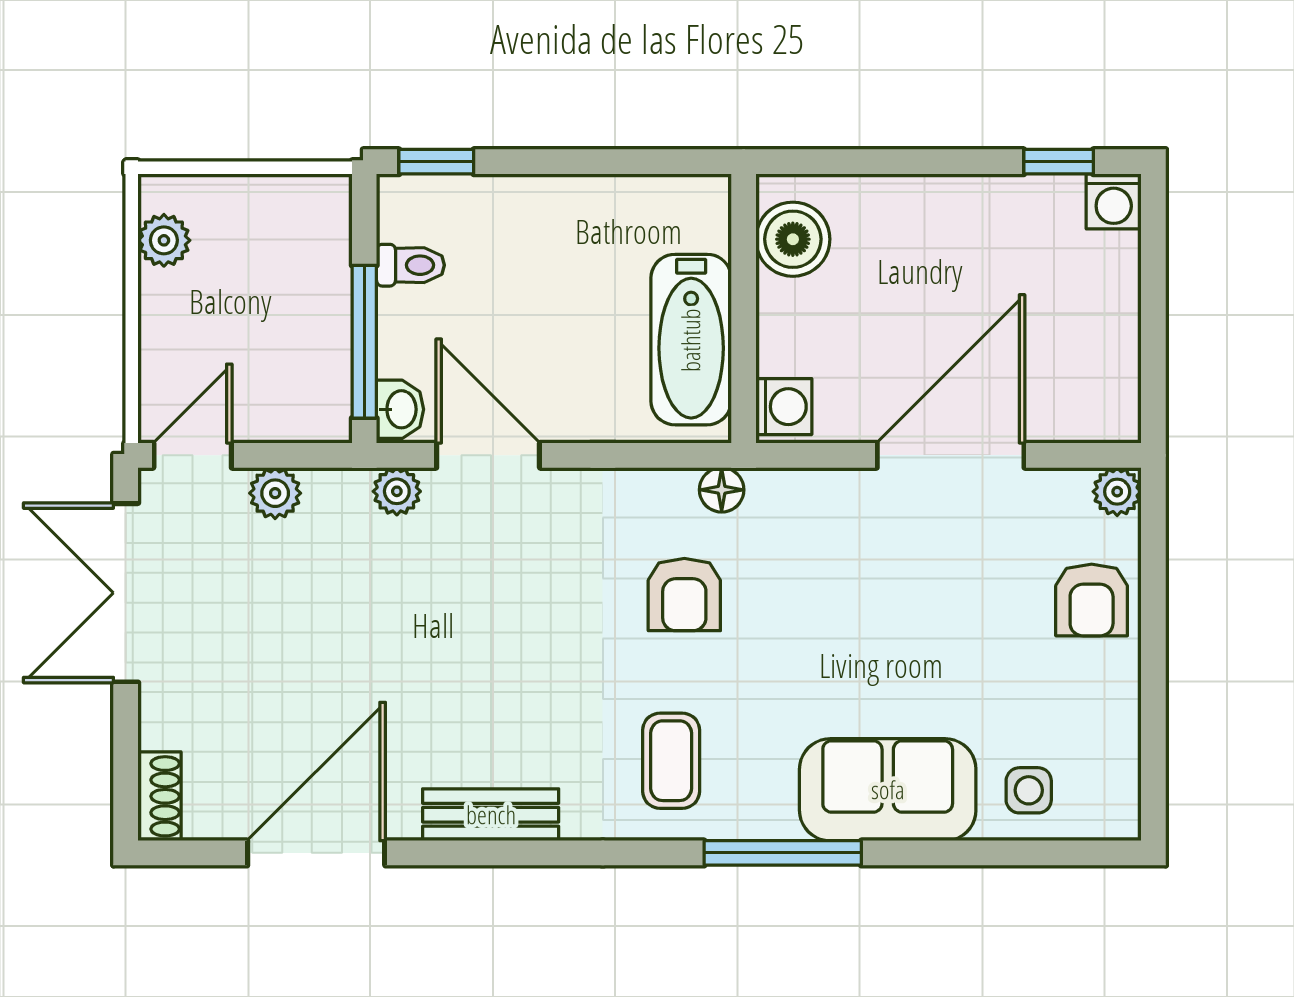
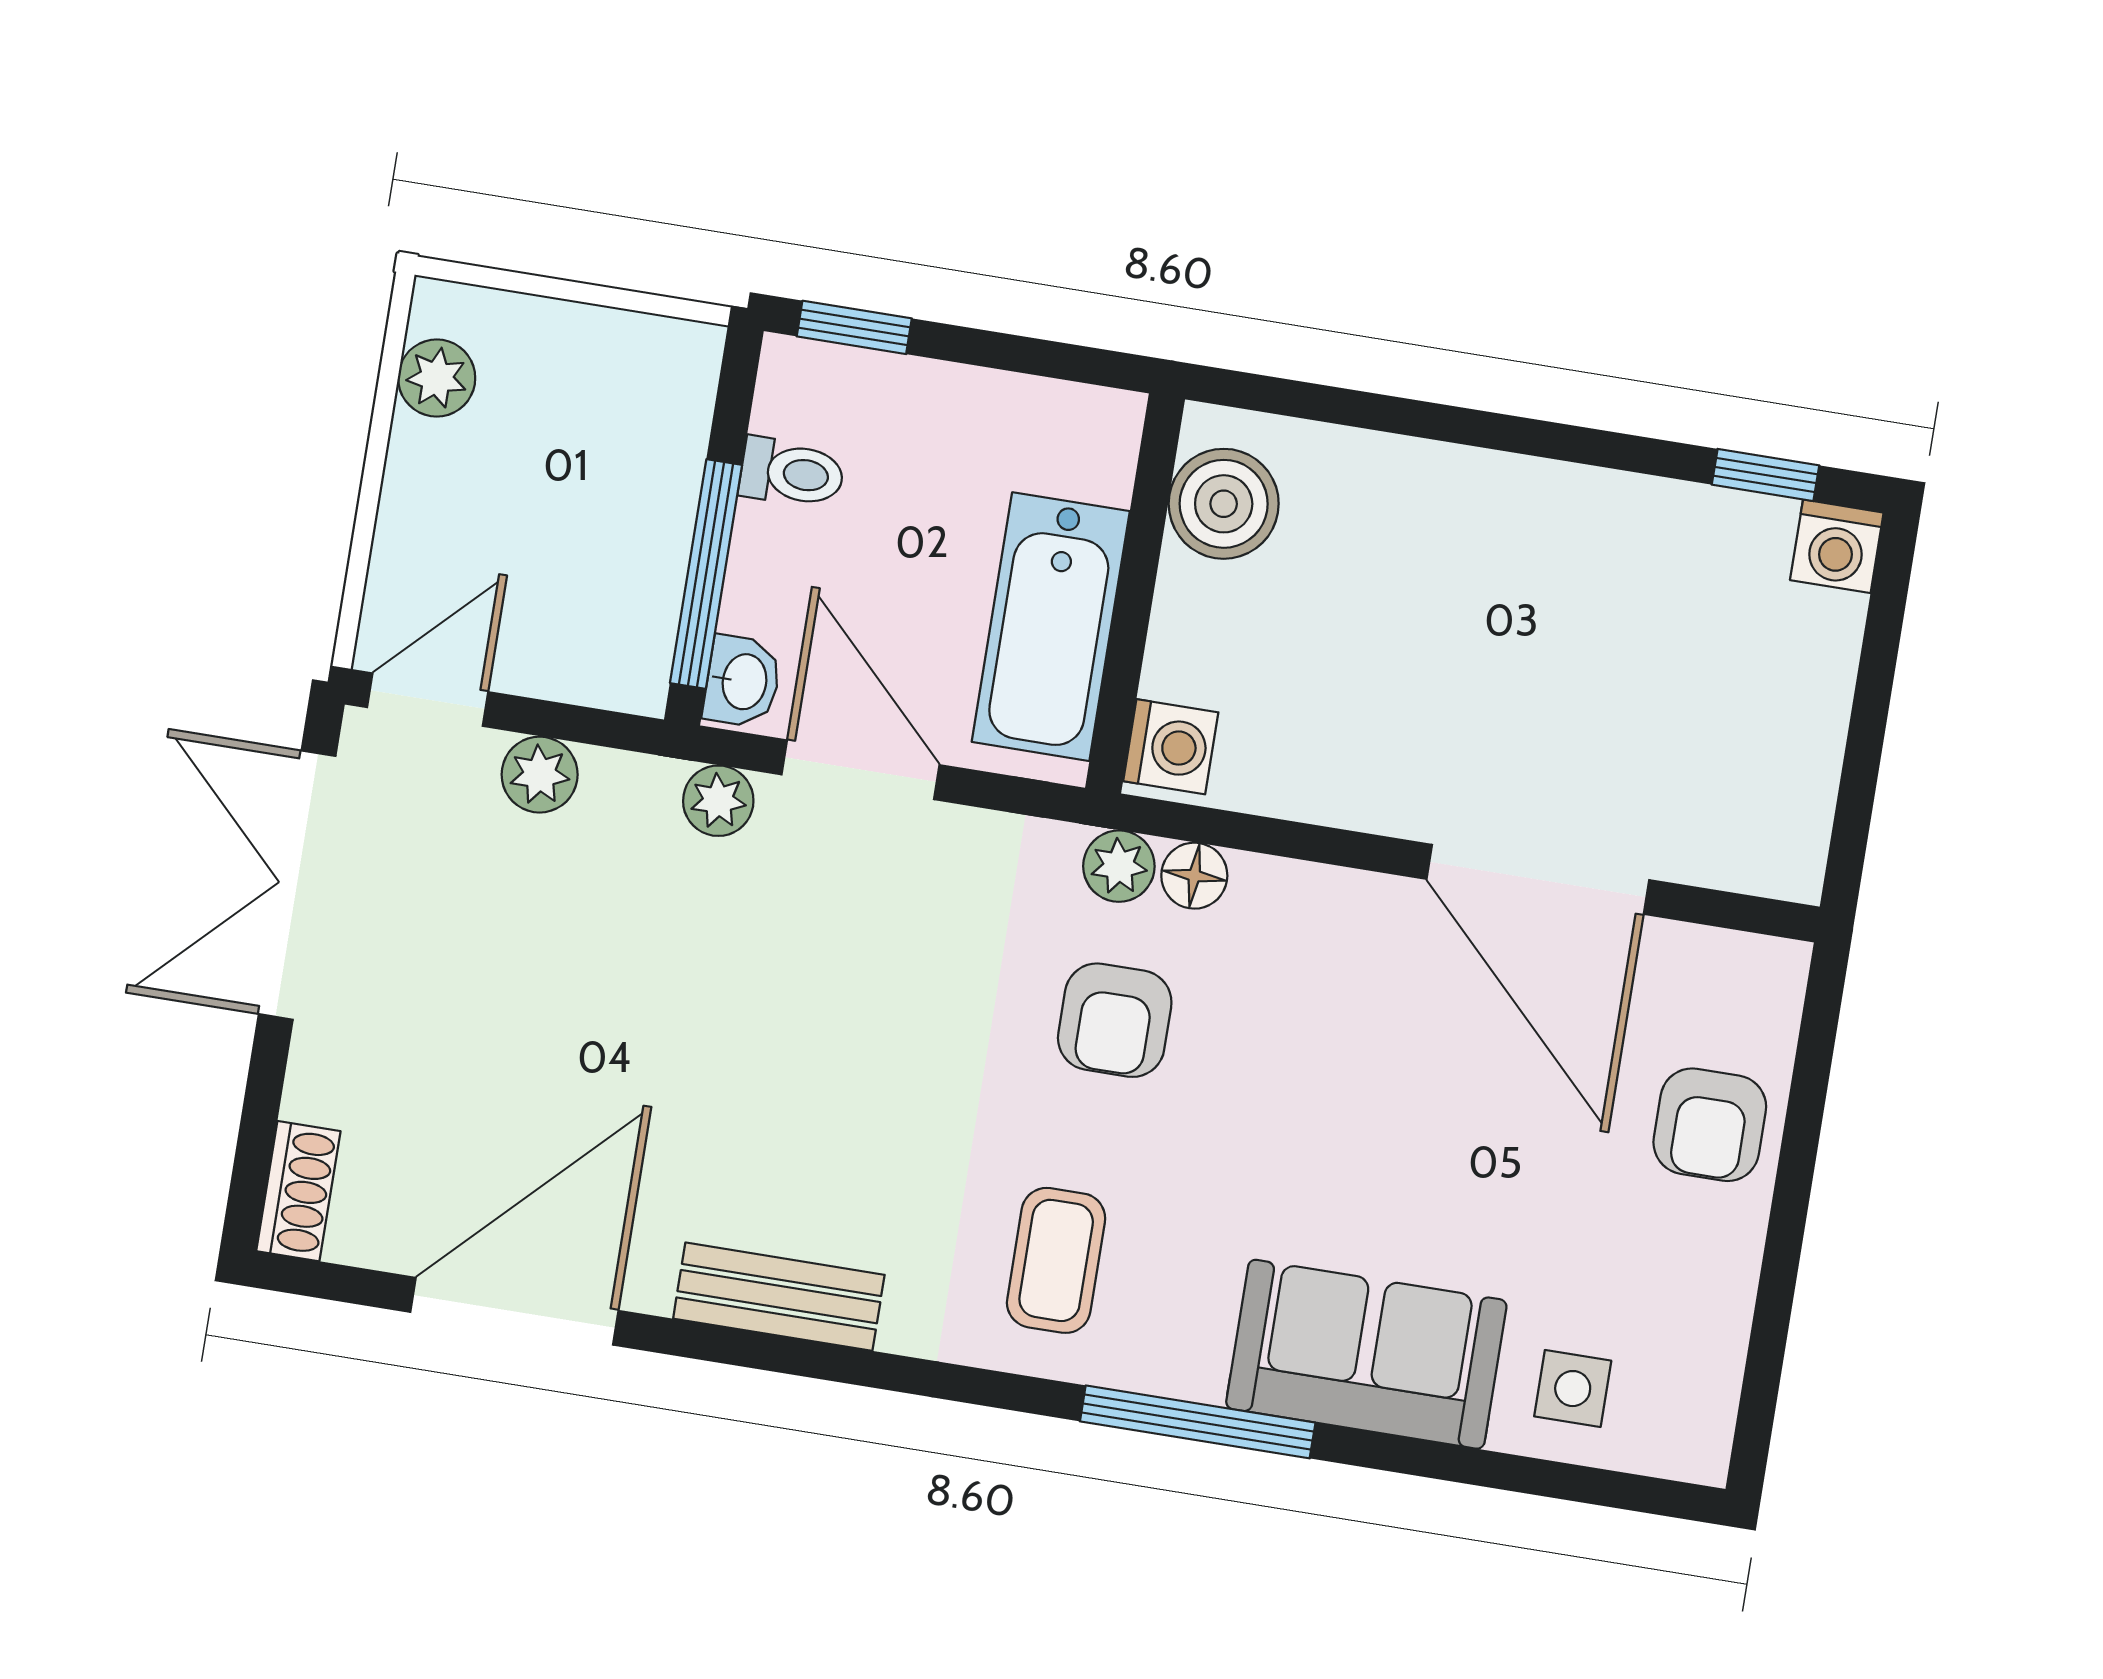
boiler: (793, 239) -> (1224, 504), moved
wall: (744, 308) -> (1135, 594), moved
bathtub: (691, 340) -> (1051, 627), moved
washing machine: (784, 407) -> (1171, 747), moved
door: (951, 455) -> (1538, 879), swing flipped
plant: (1117, 492) -> (1119, 866), moved

